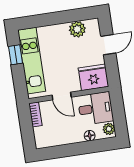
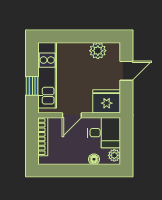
window: (16, 55) -> (32, 86), moved
door: (62, 96) -> (72, 115), hinge flipped
bookcase: (35, 114) -> (43, 137), width x1.56

